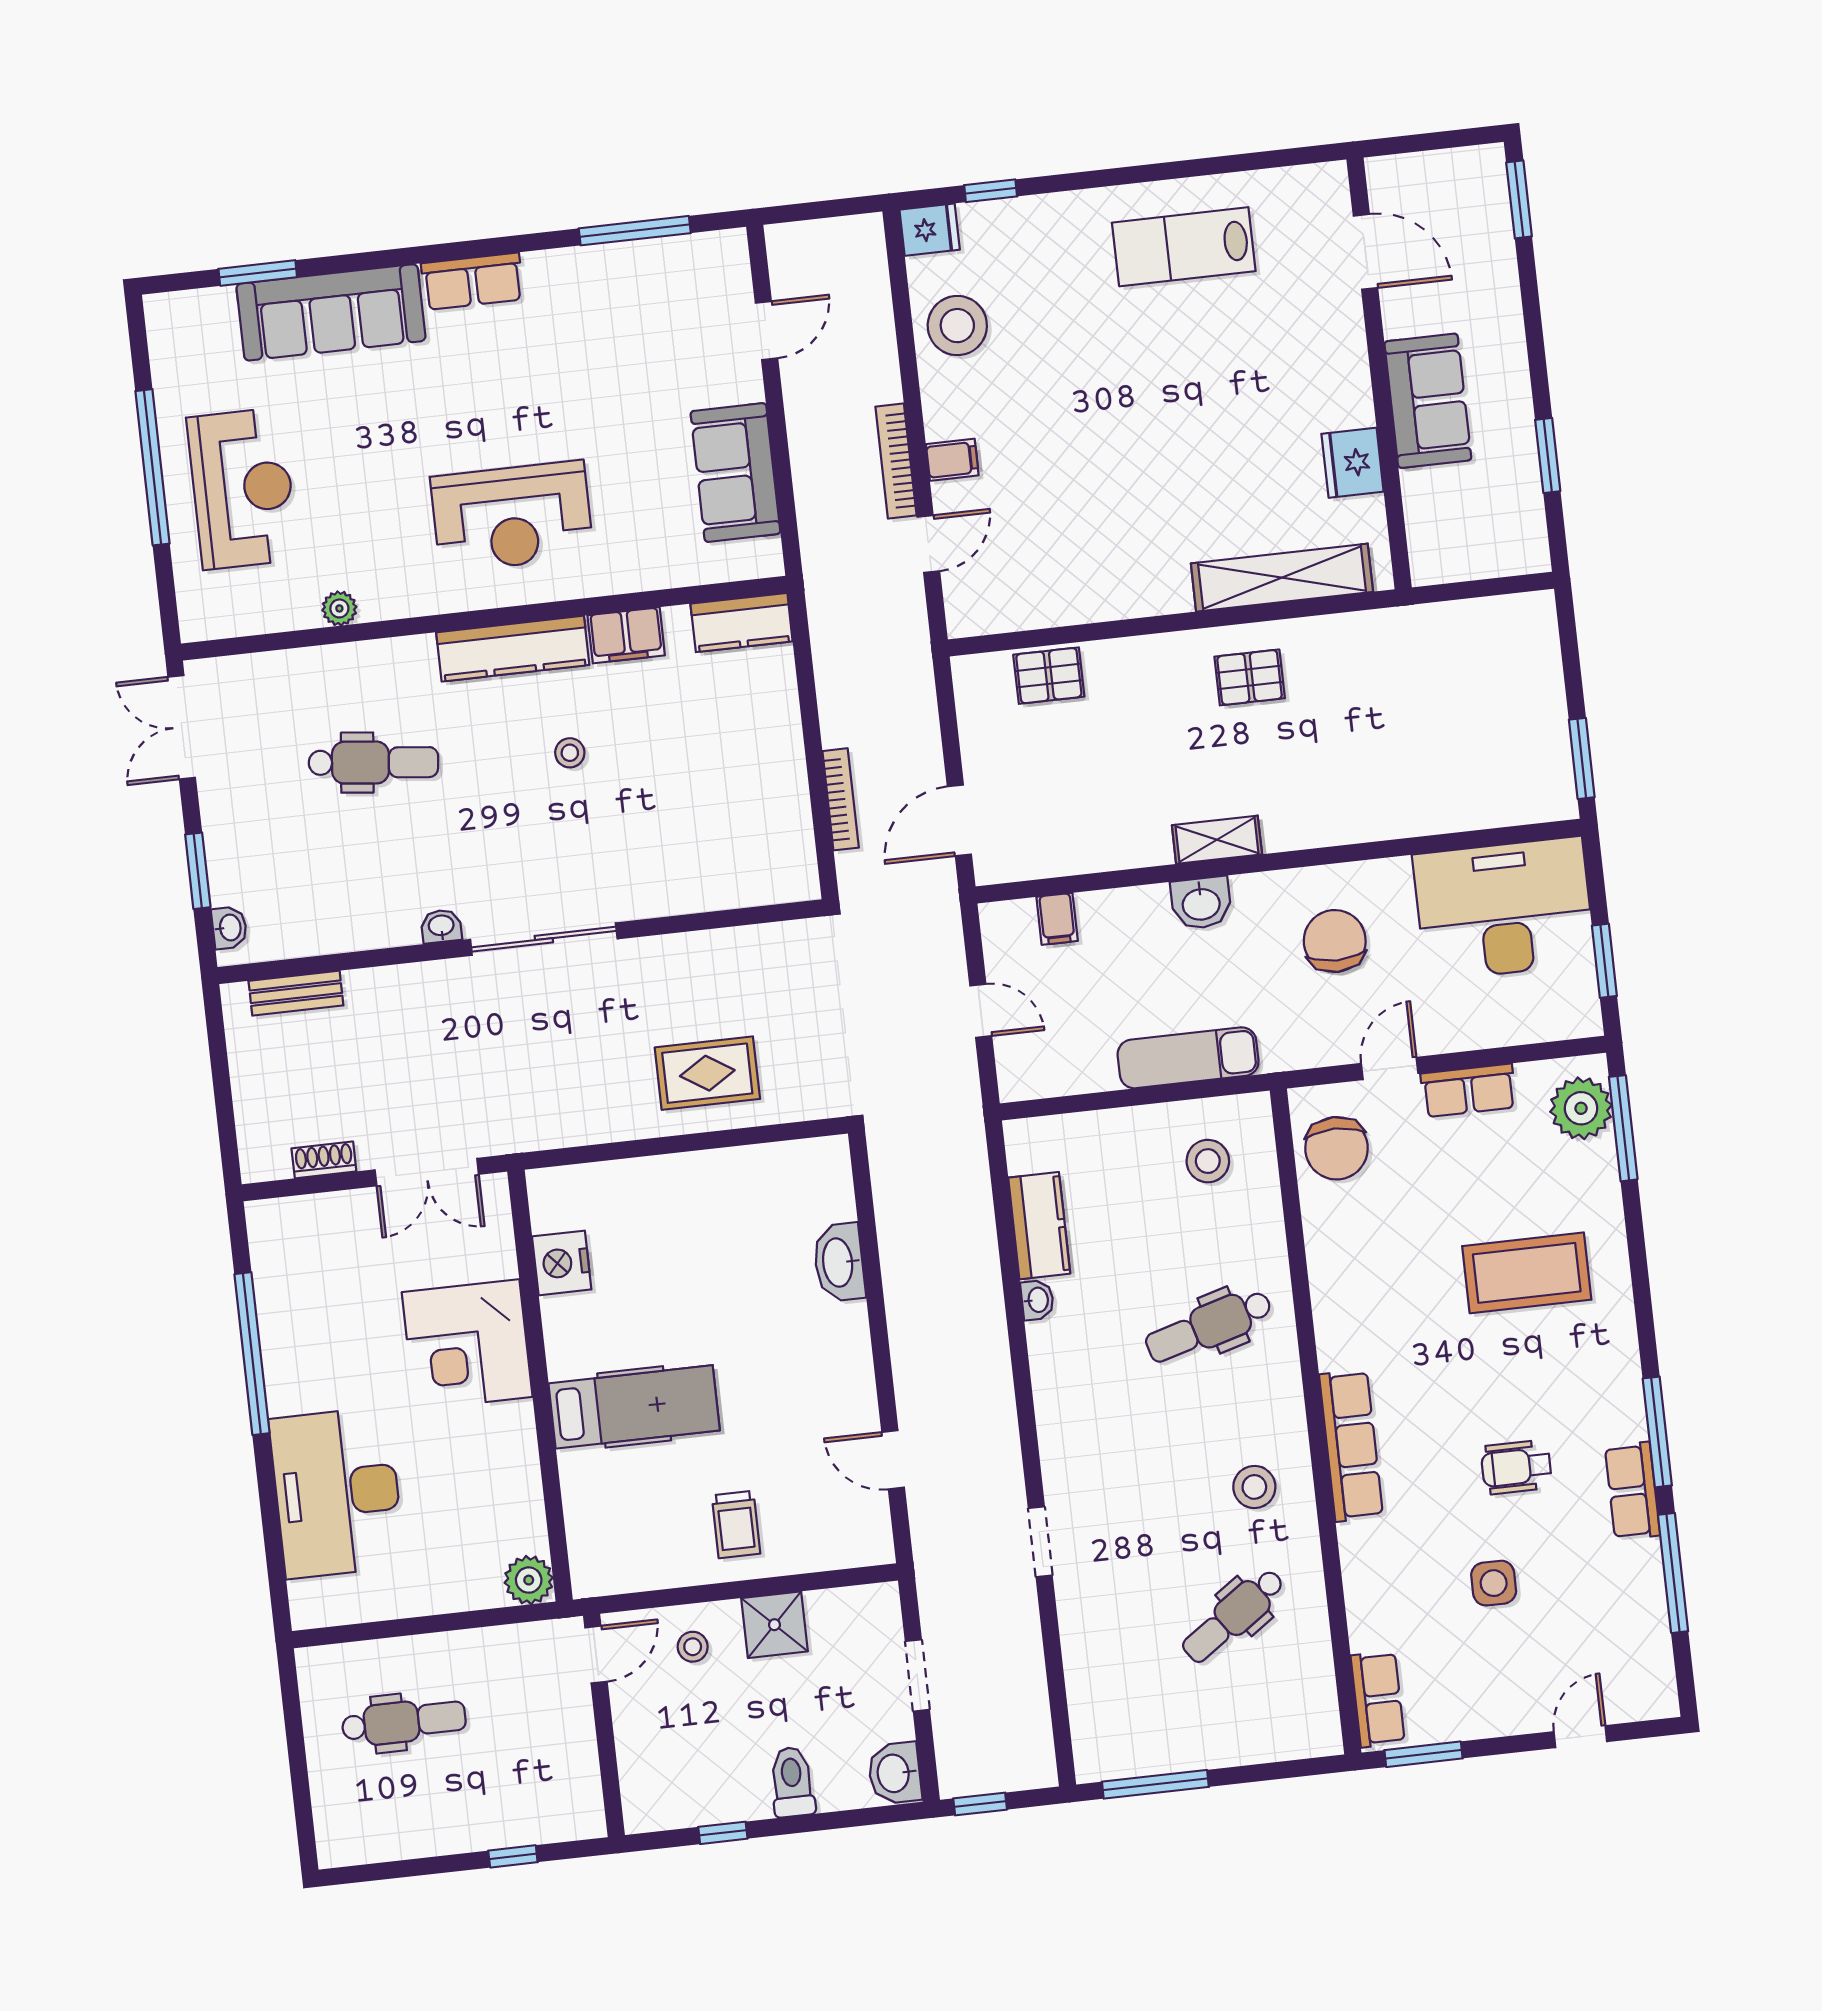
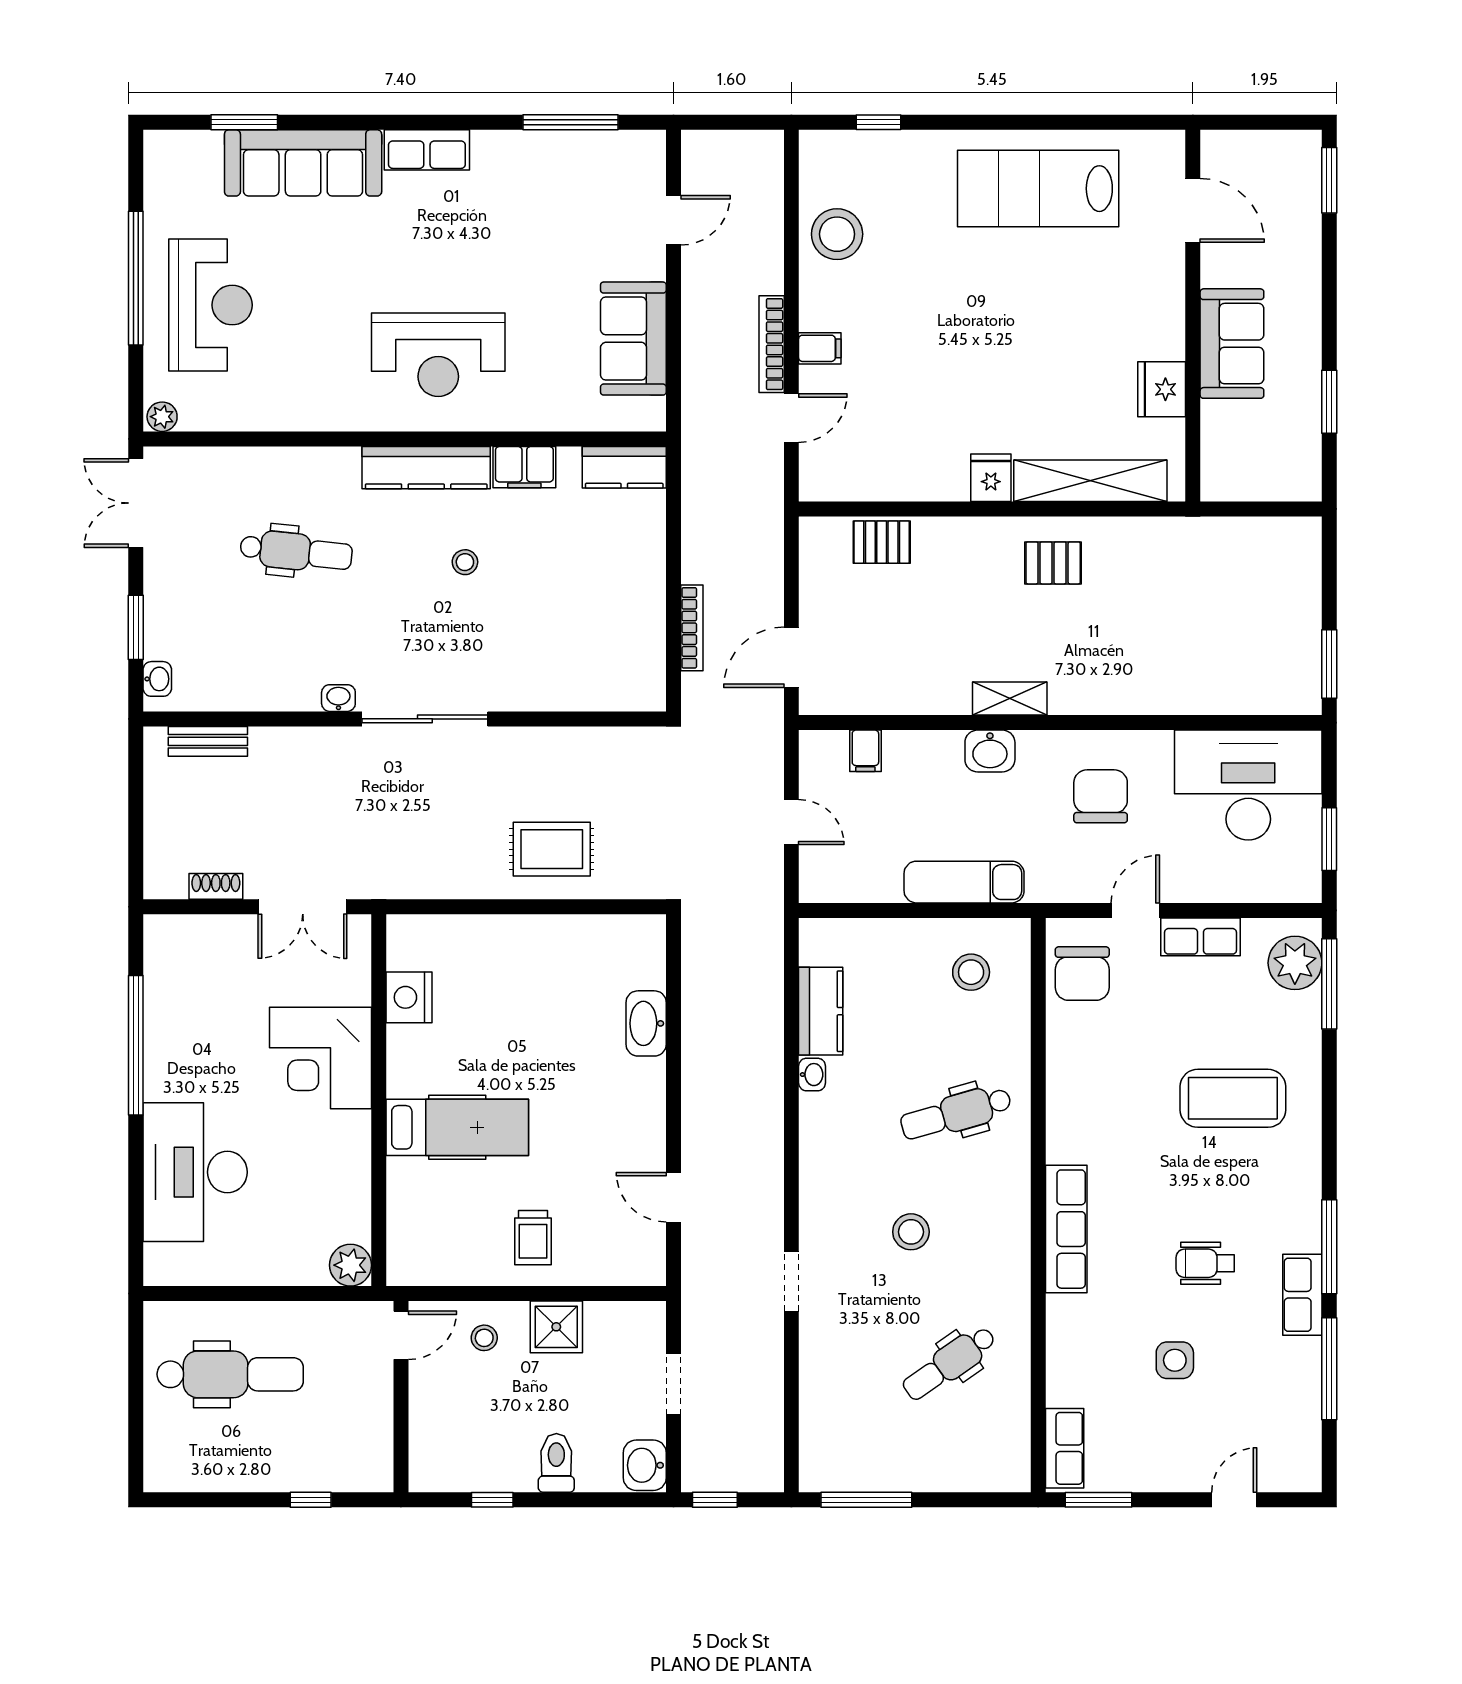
fridge: (930, 230) -> (991, 478), moved, turned -90
lab bench: (1184, 247) -> (1038, 189), width x1.36, depth x1.39
plant: (339, 608) -> (162, 417), moved
stool: (1254, 1487) -> (911, 1232), moved
dental chair: (404, 1722) -> (230, 1374), width x1.36, depth x1.38

